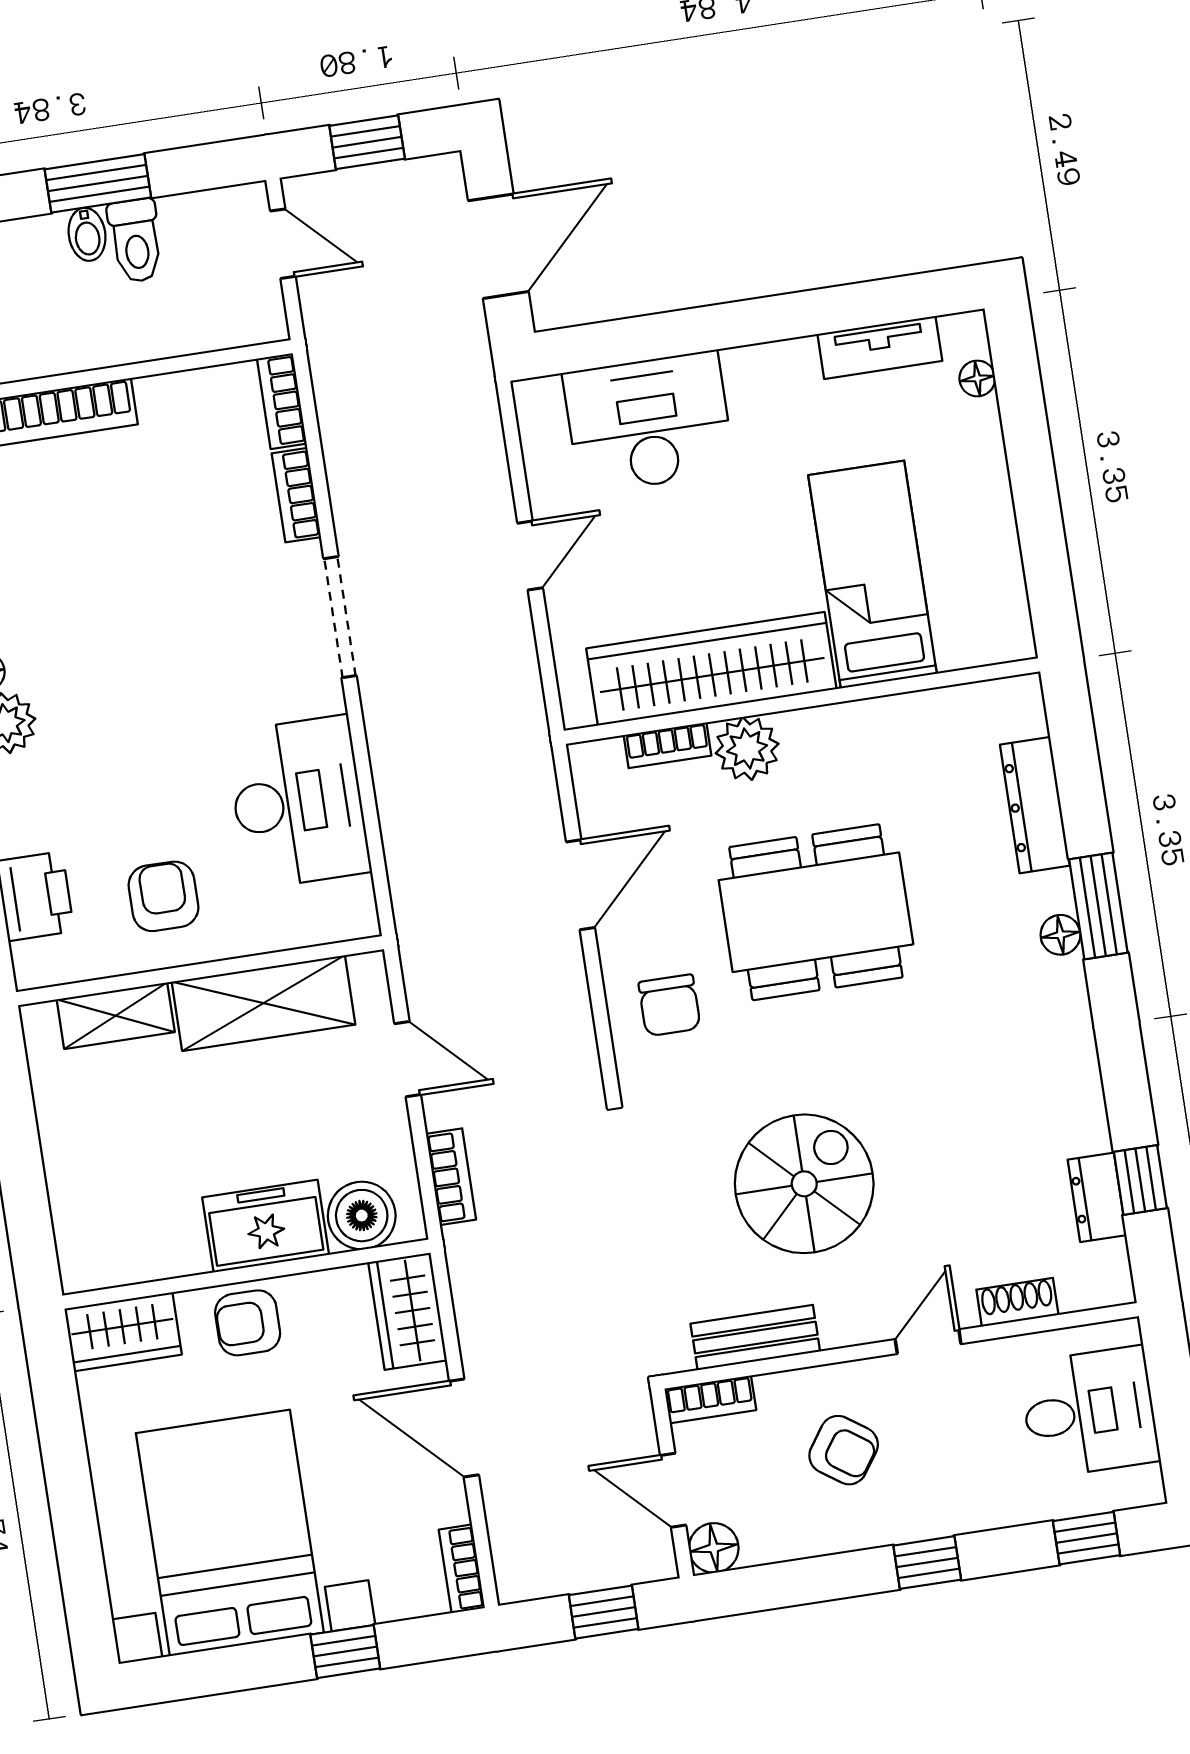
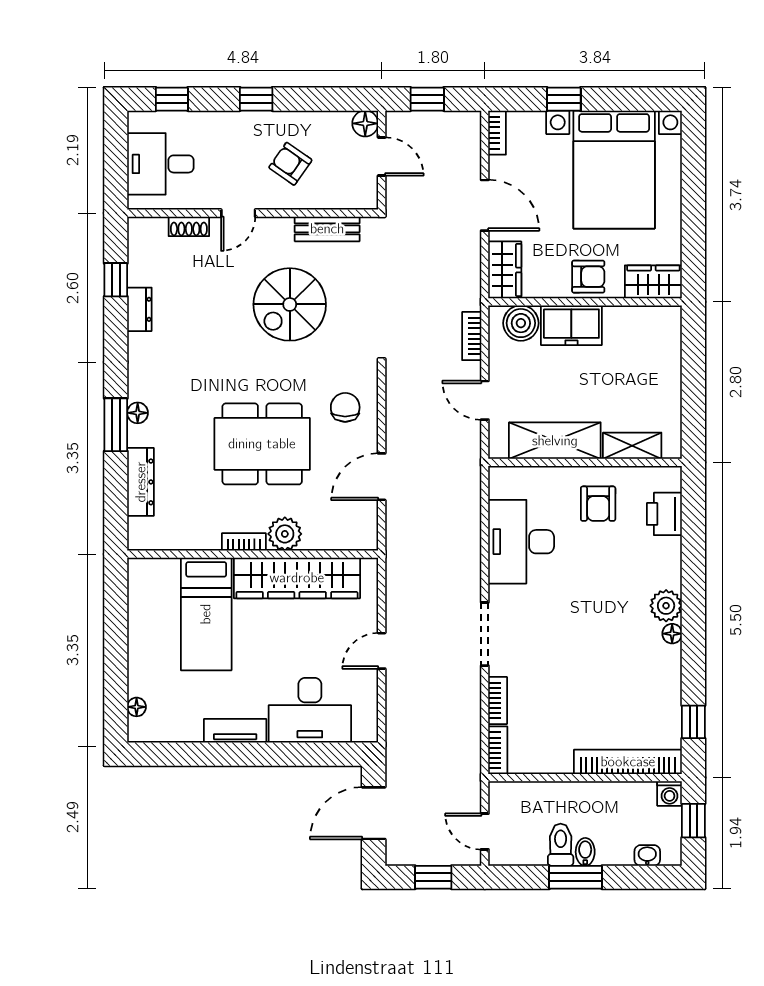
tv unit: (880, 347) -> (235, 731), moved
bookcase: (667, 745) -> (244, 542), moved
dresser: (1097, 1197) -> (139, 309), moved
bookcase: (710, 1399) -> (355, 200), removed

